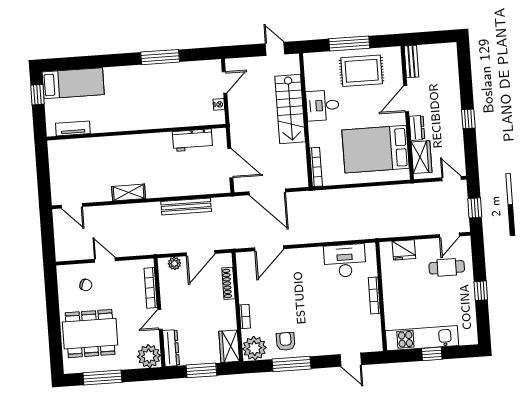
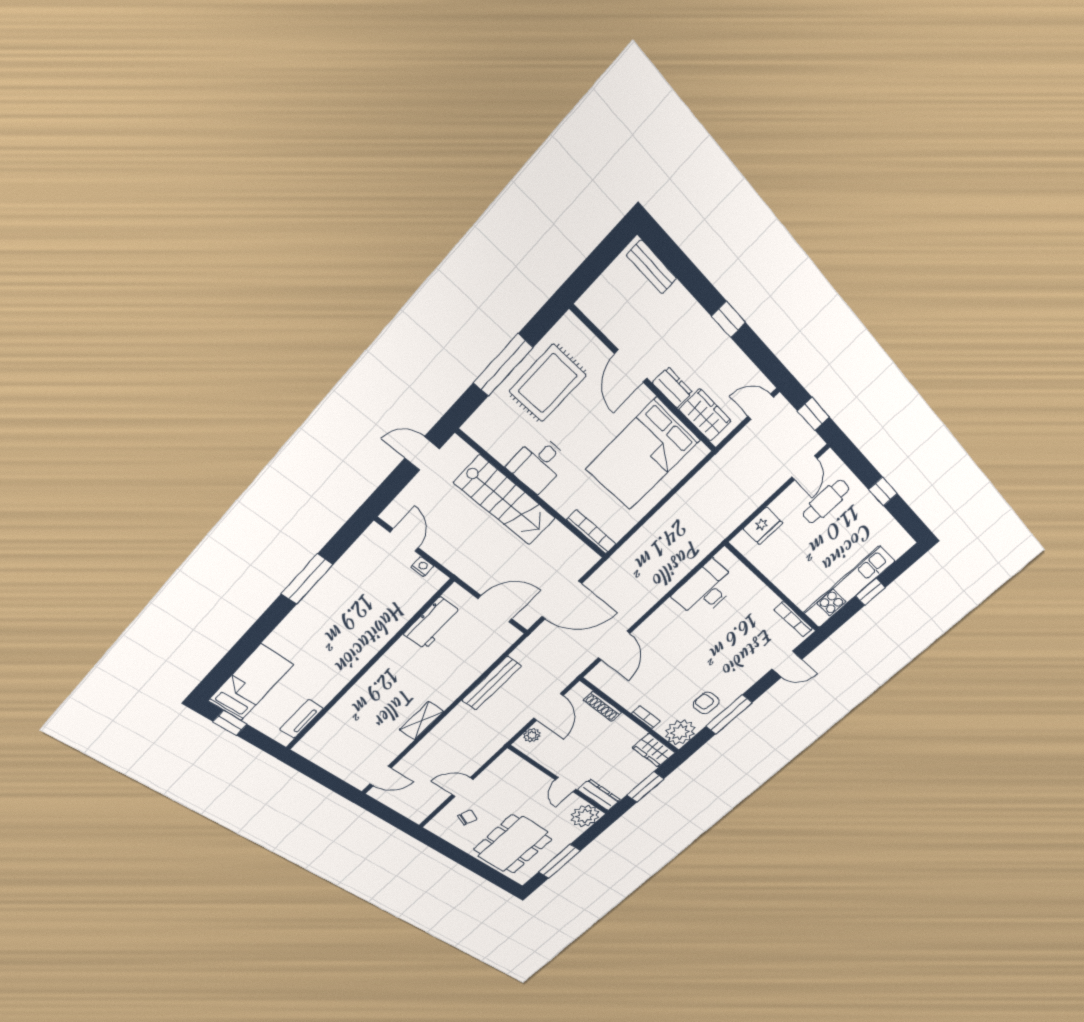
bench: (411, 61) -> (652, 267), moved
bookcase: (151, 288) -> (530, 771), removed
bookcase: (374, 295) -> (793, 619), moved

